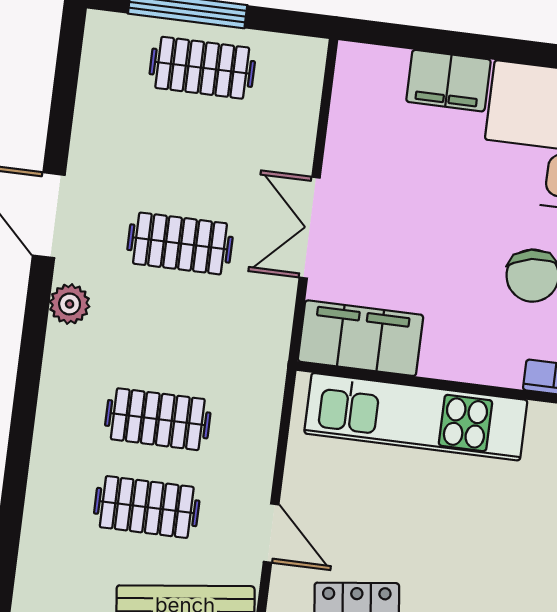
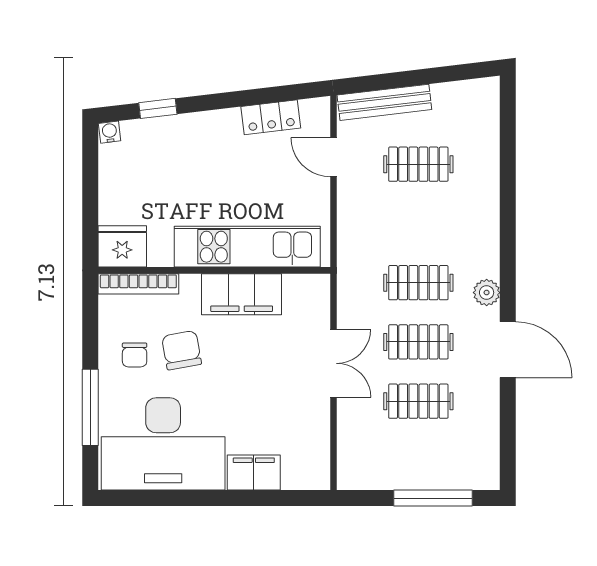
clothes rail: (202, 68) -> (418, 401), moved
filing cabinet: (361, 338) -> (242, 294), moved
clothes rail: (158, 419) -> (418, 283), moved

